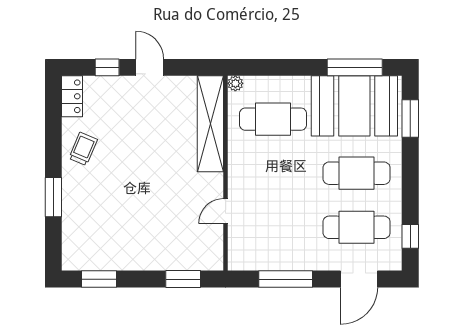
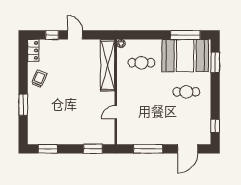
cafe table: (273, 119) -> (141, 63), width x0.73, depth x0.74
cafe table: (357, 173) -> (186, 92), width x0.73, depth x0.74
cafe table: (357, 227) -> (186, 121), removed

